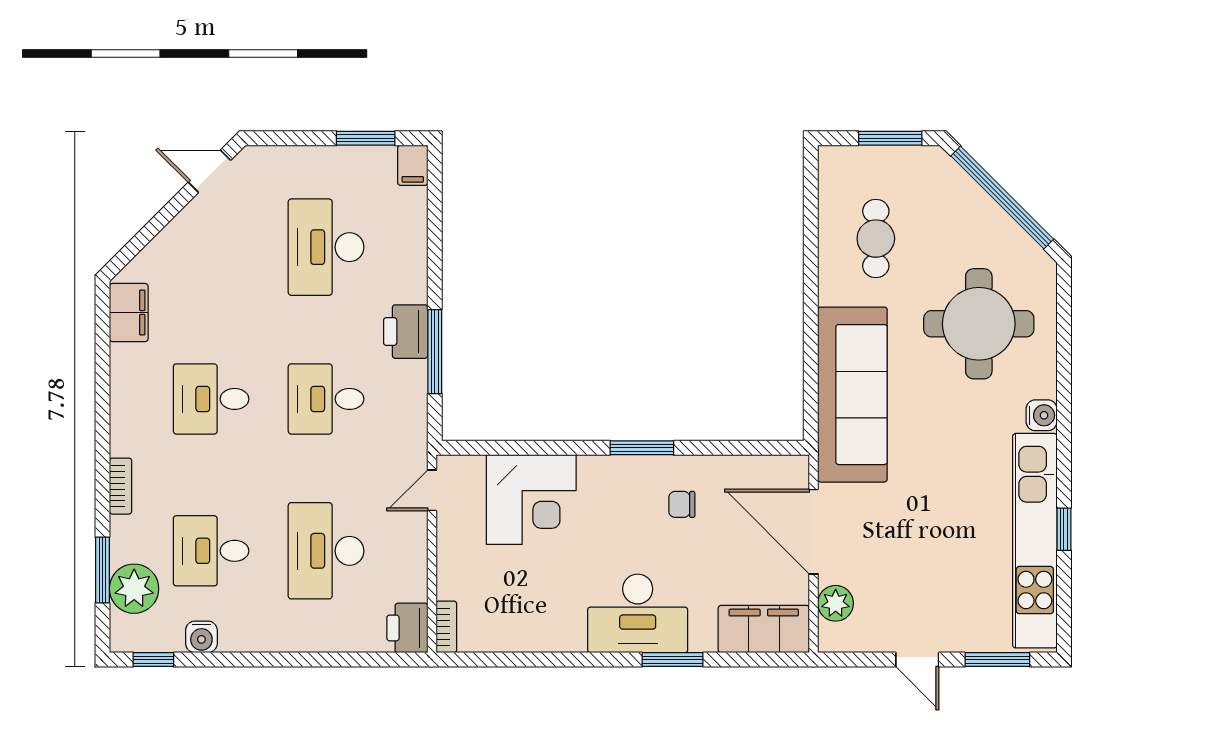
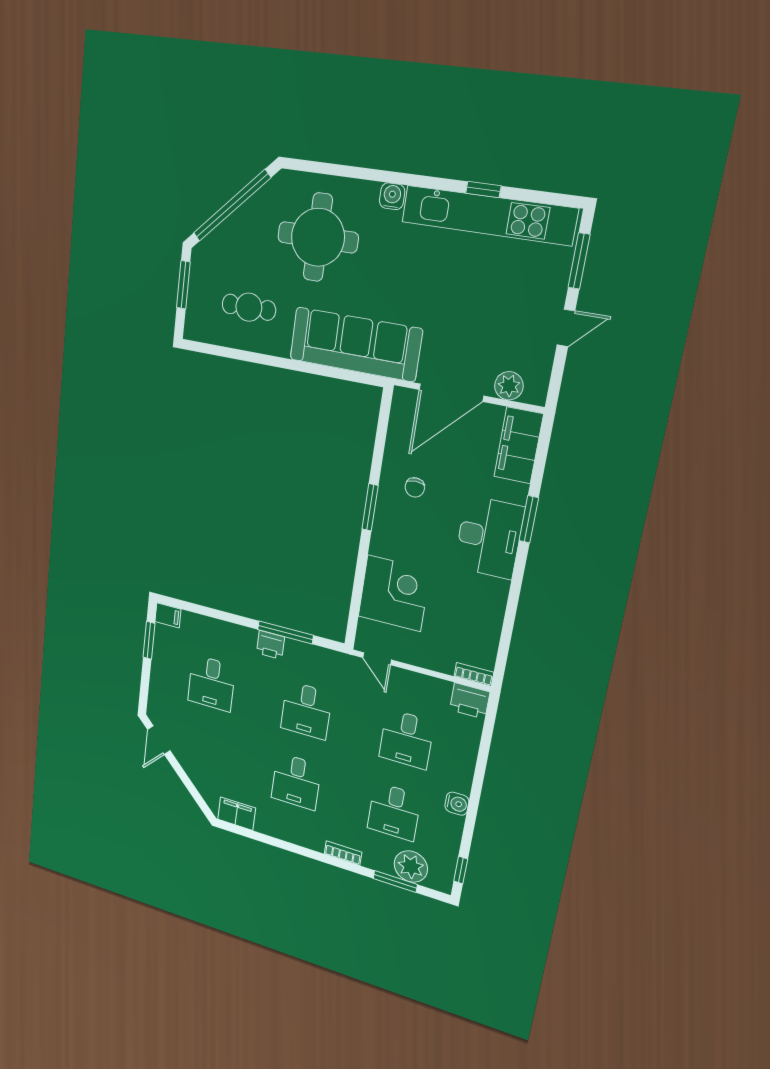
desk: (326, 247) -> (211, 683), width x0.73
printer: (406, 332) -> (270, 645), width x0.73, depth x0.81
desk: (326, 551) -> (406, 739), width x0.73
water cooler: (201, 637) -> (457, 804), moved

